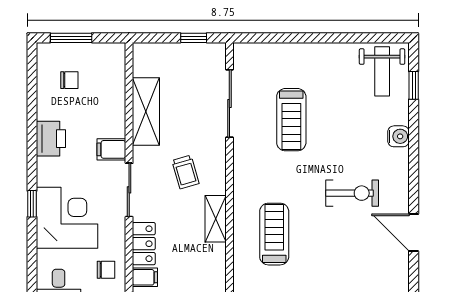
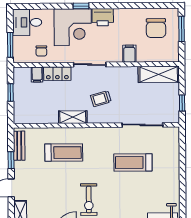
chair: (69, 80) -> (156, 28), width x1.87, depth x1.87
shelving: (146, 112) -> (159, 74), moved
printer: (51, 139) -> (103, 17), moved
filing cabinet: (111, 149) -> (129, 54), moved

